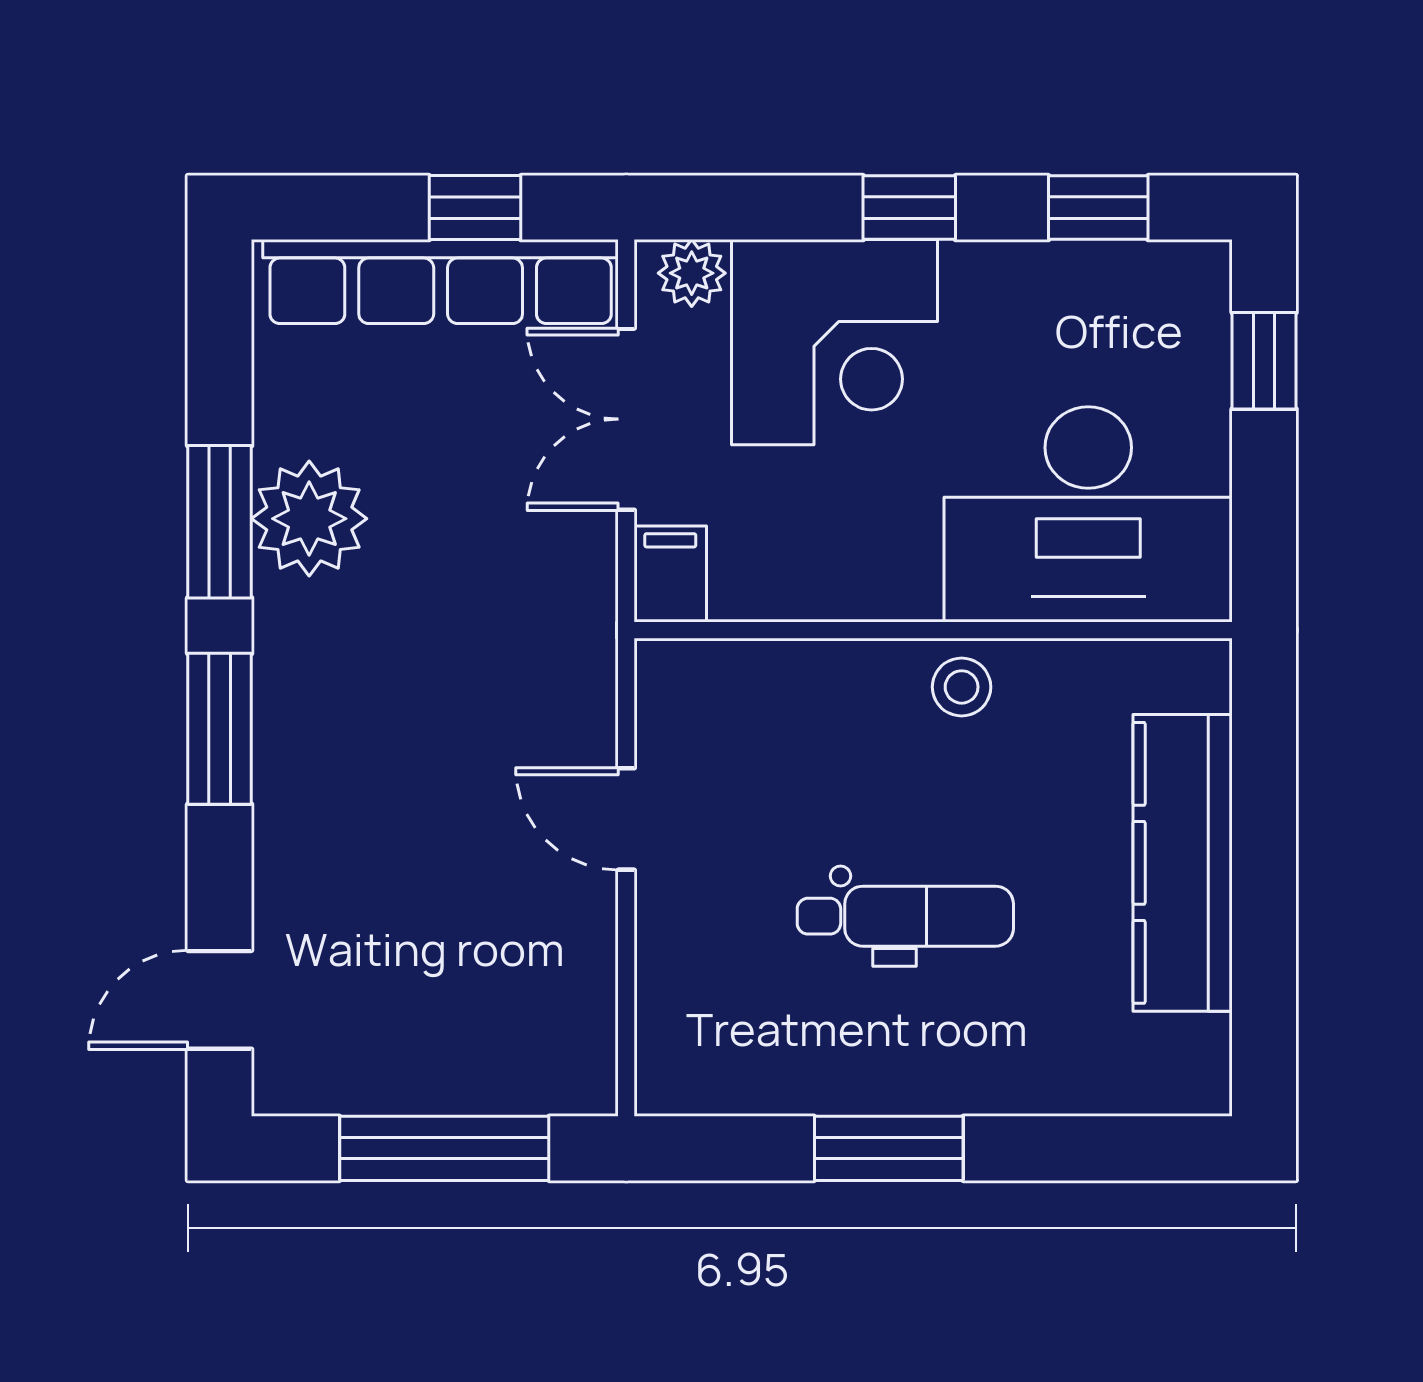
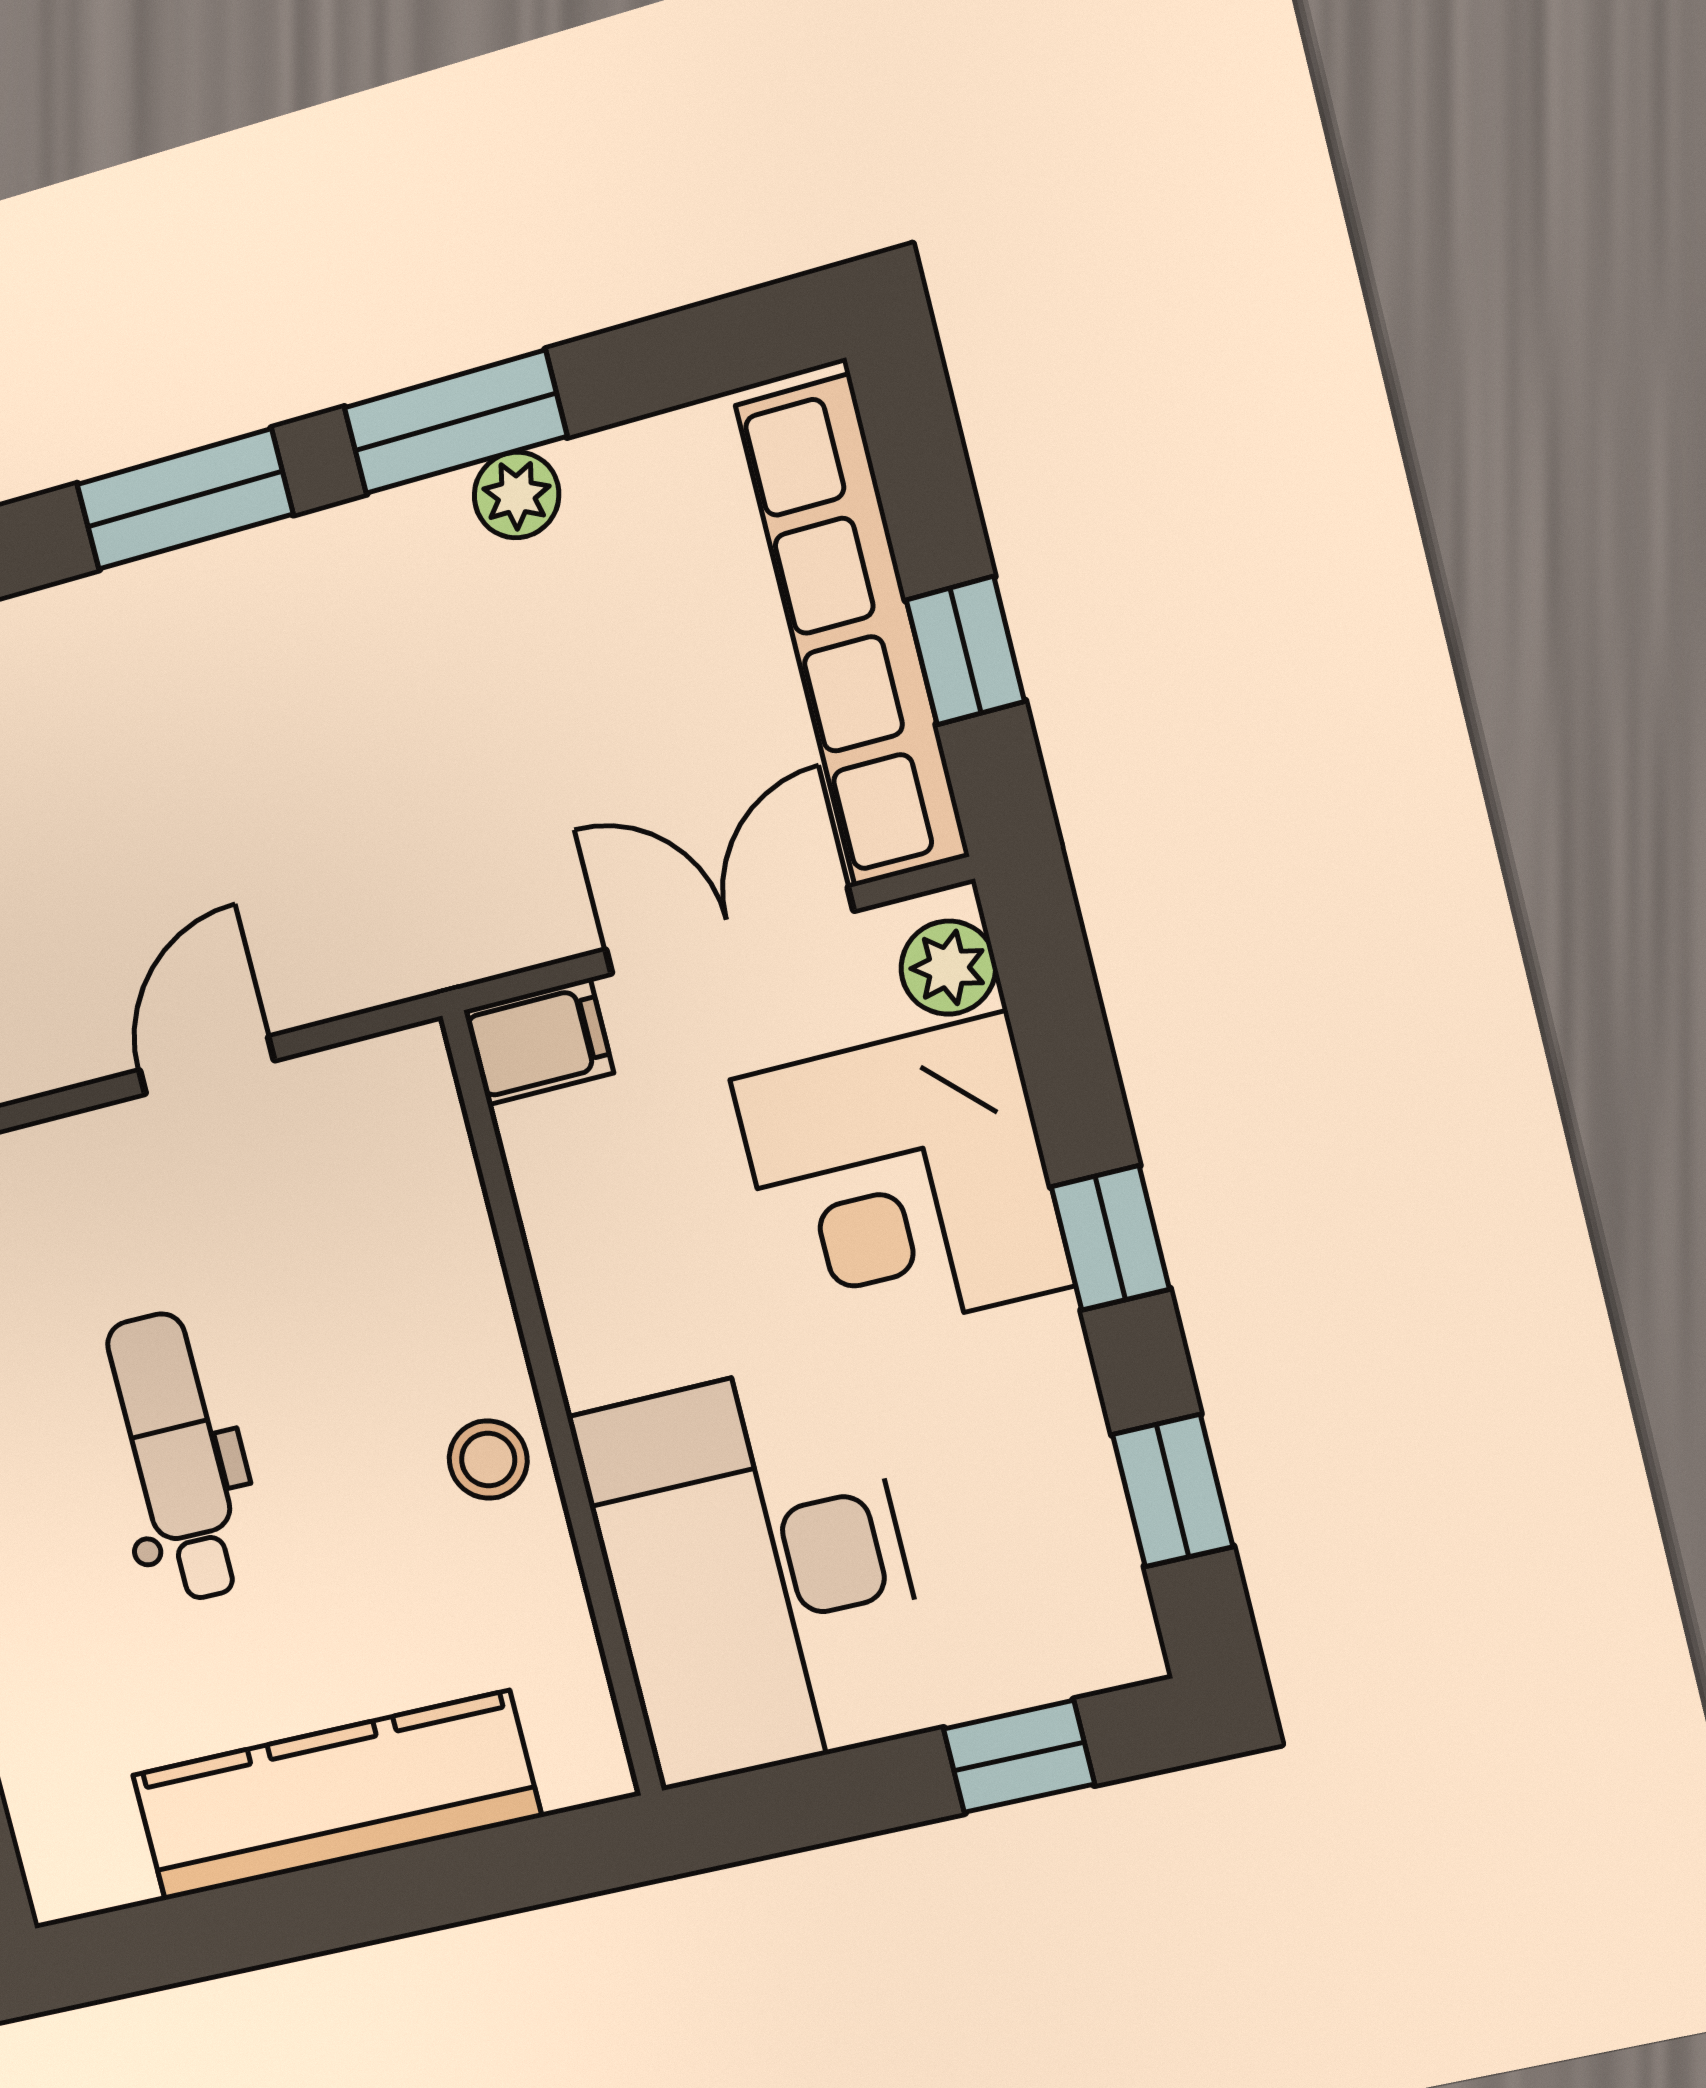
plant: (309, 519) -> (517, 495), width x0.53, depth x0.53
dental chair: (905, 916) -> (177, 1457), turned 180

